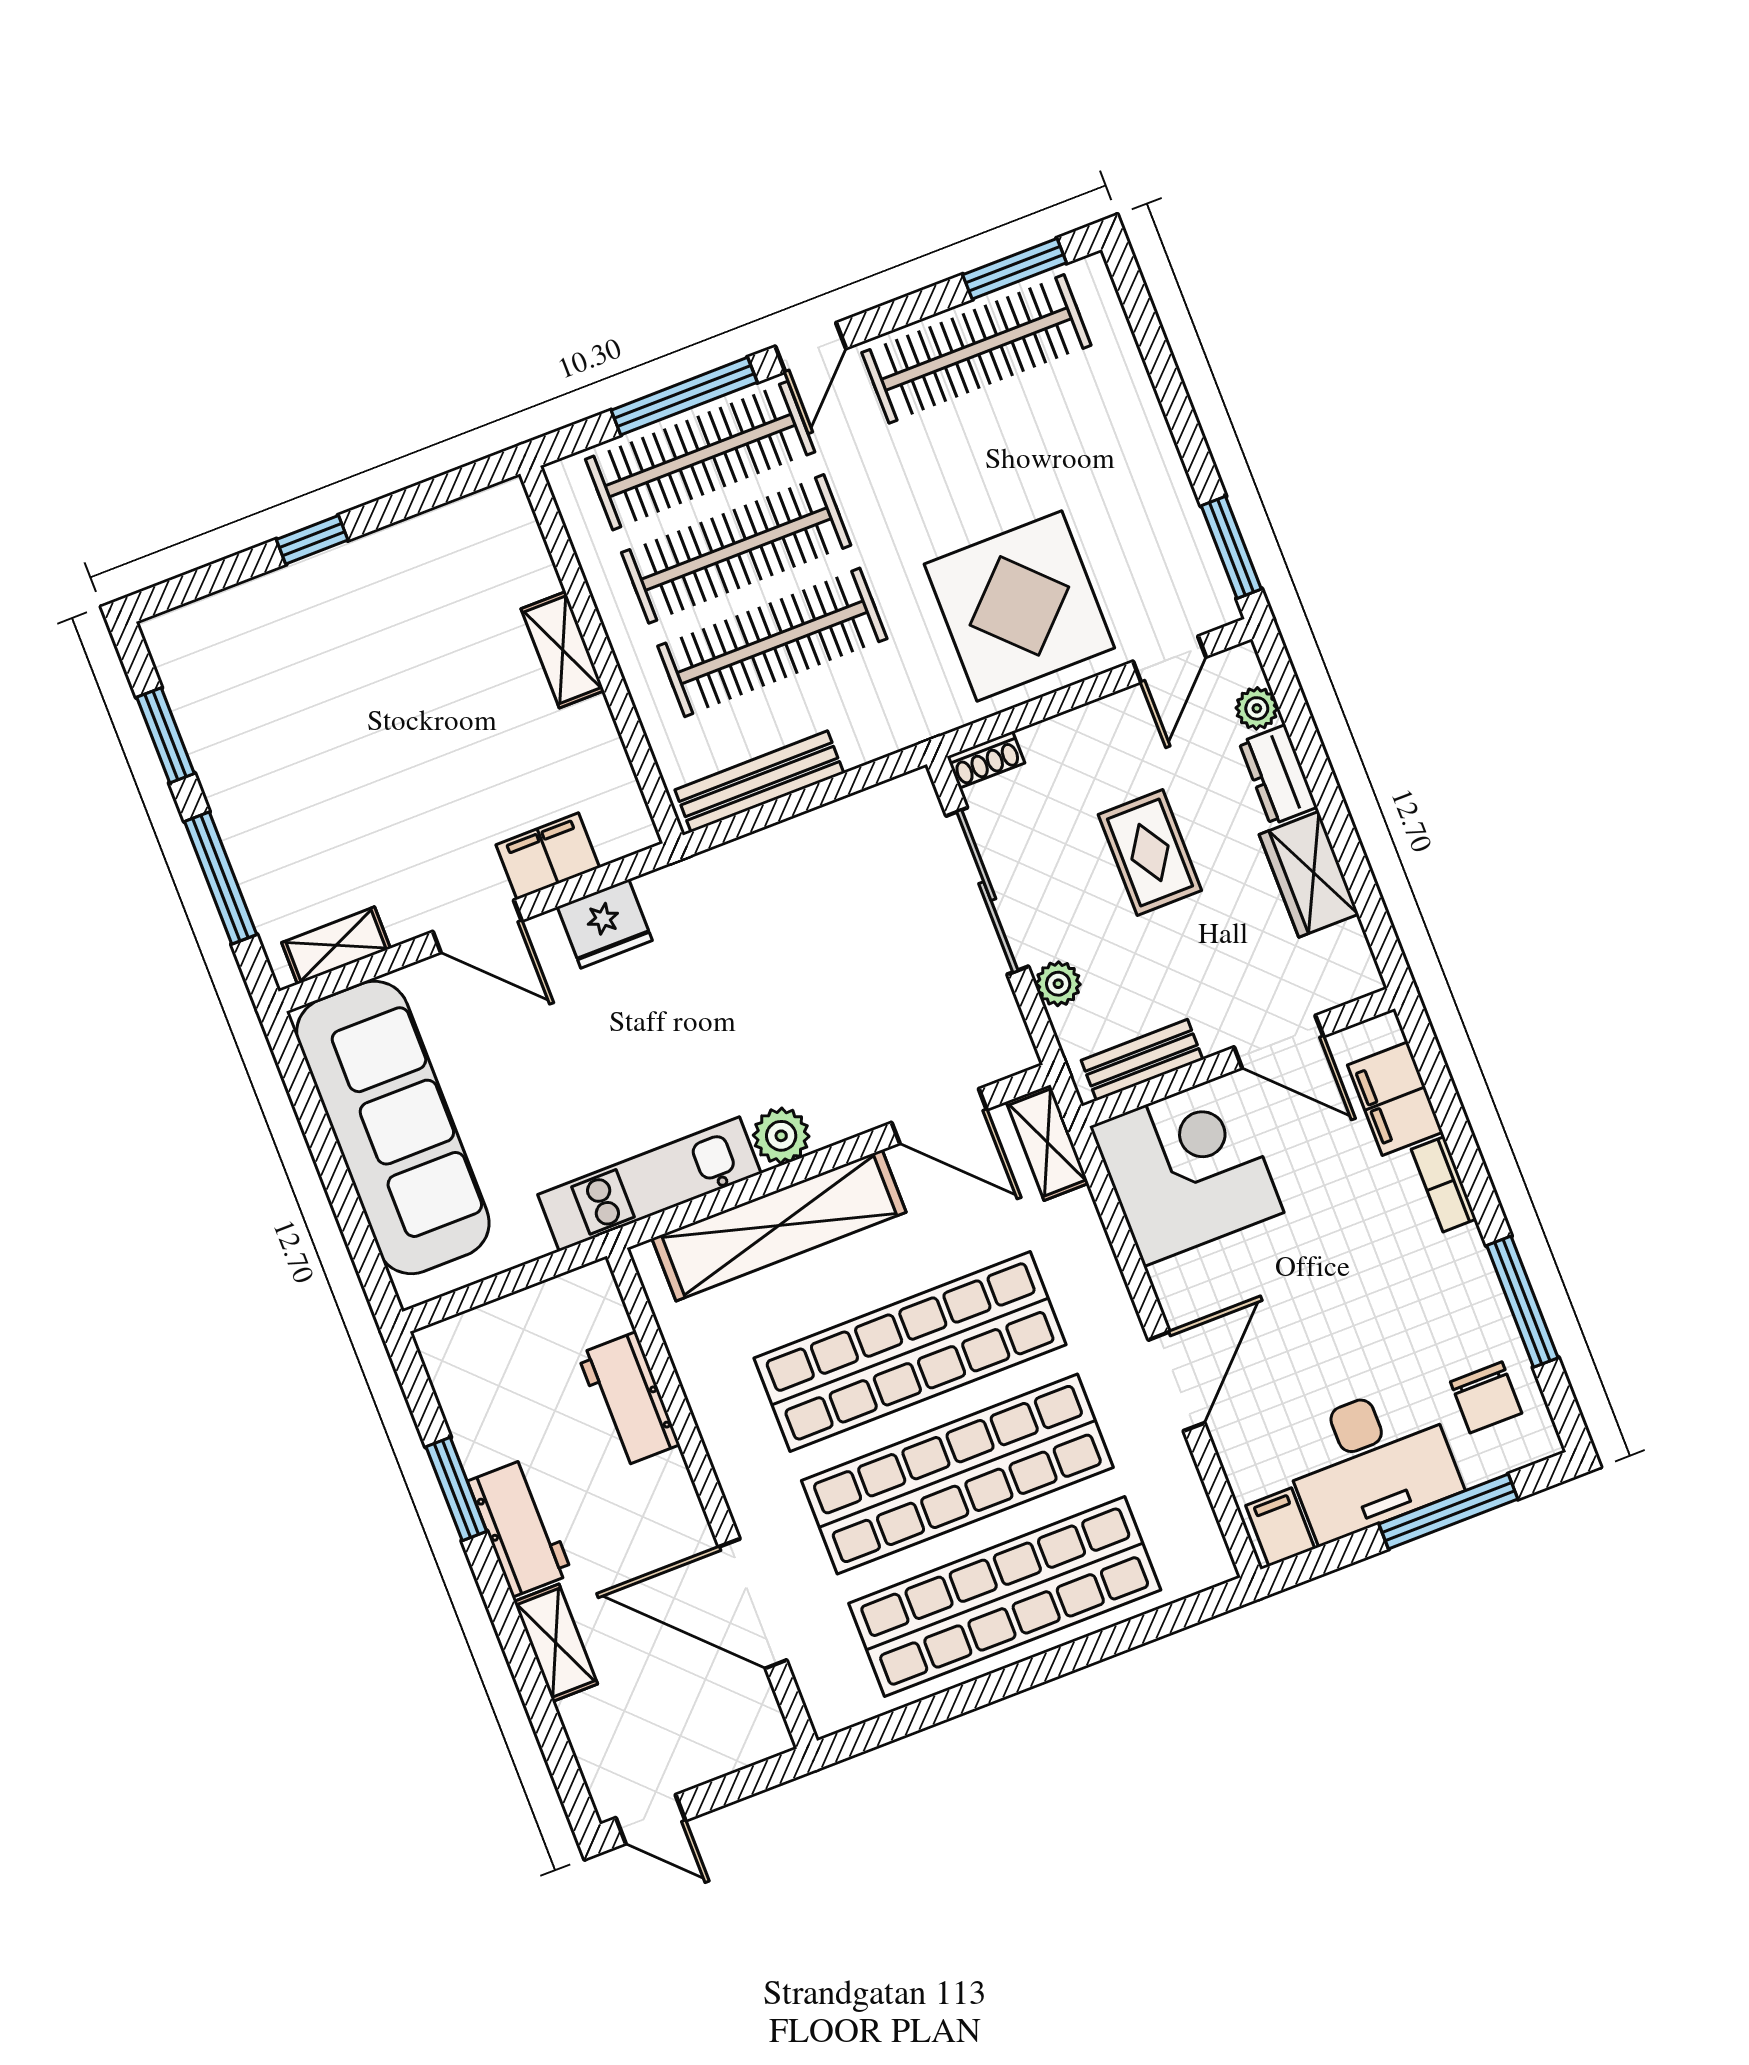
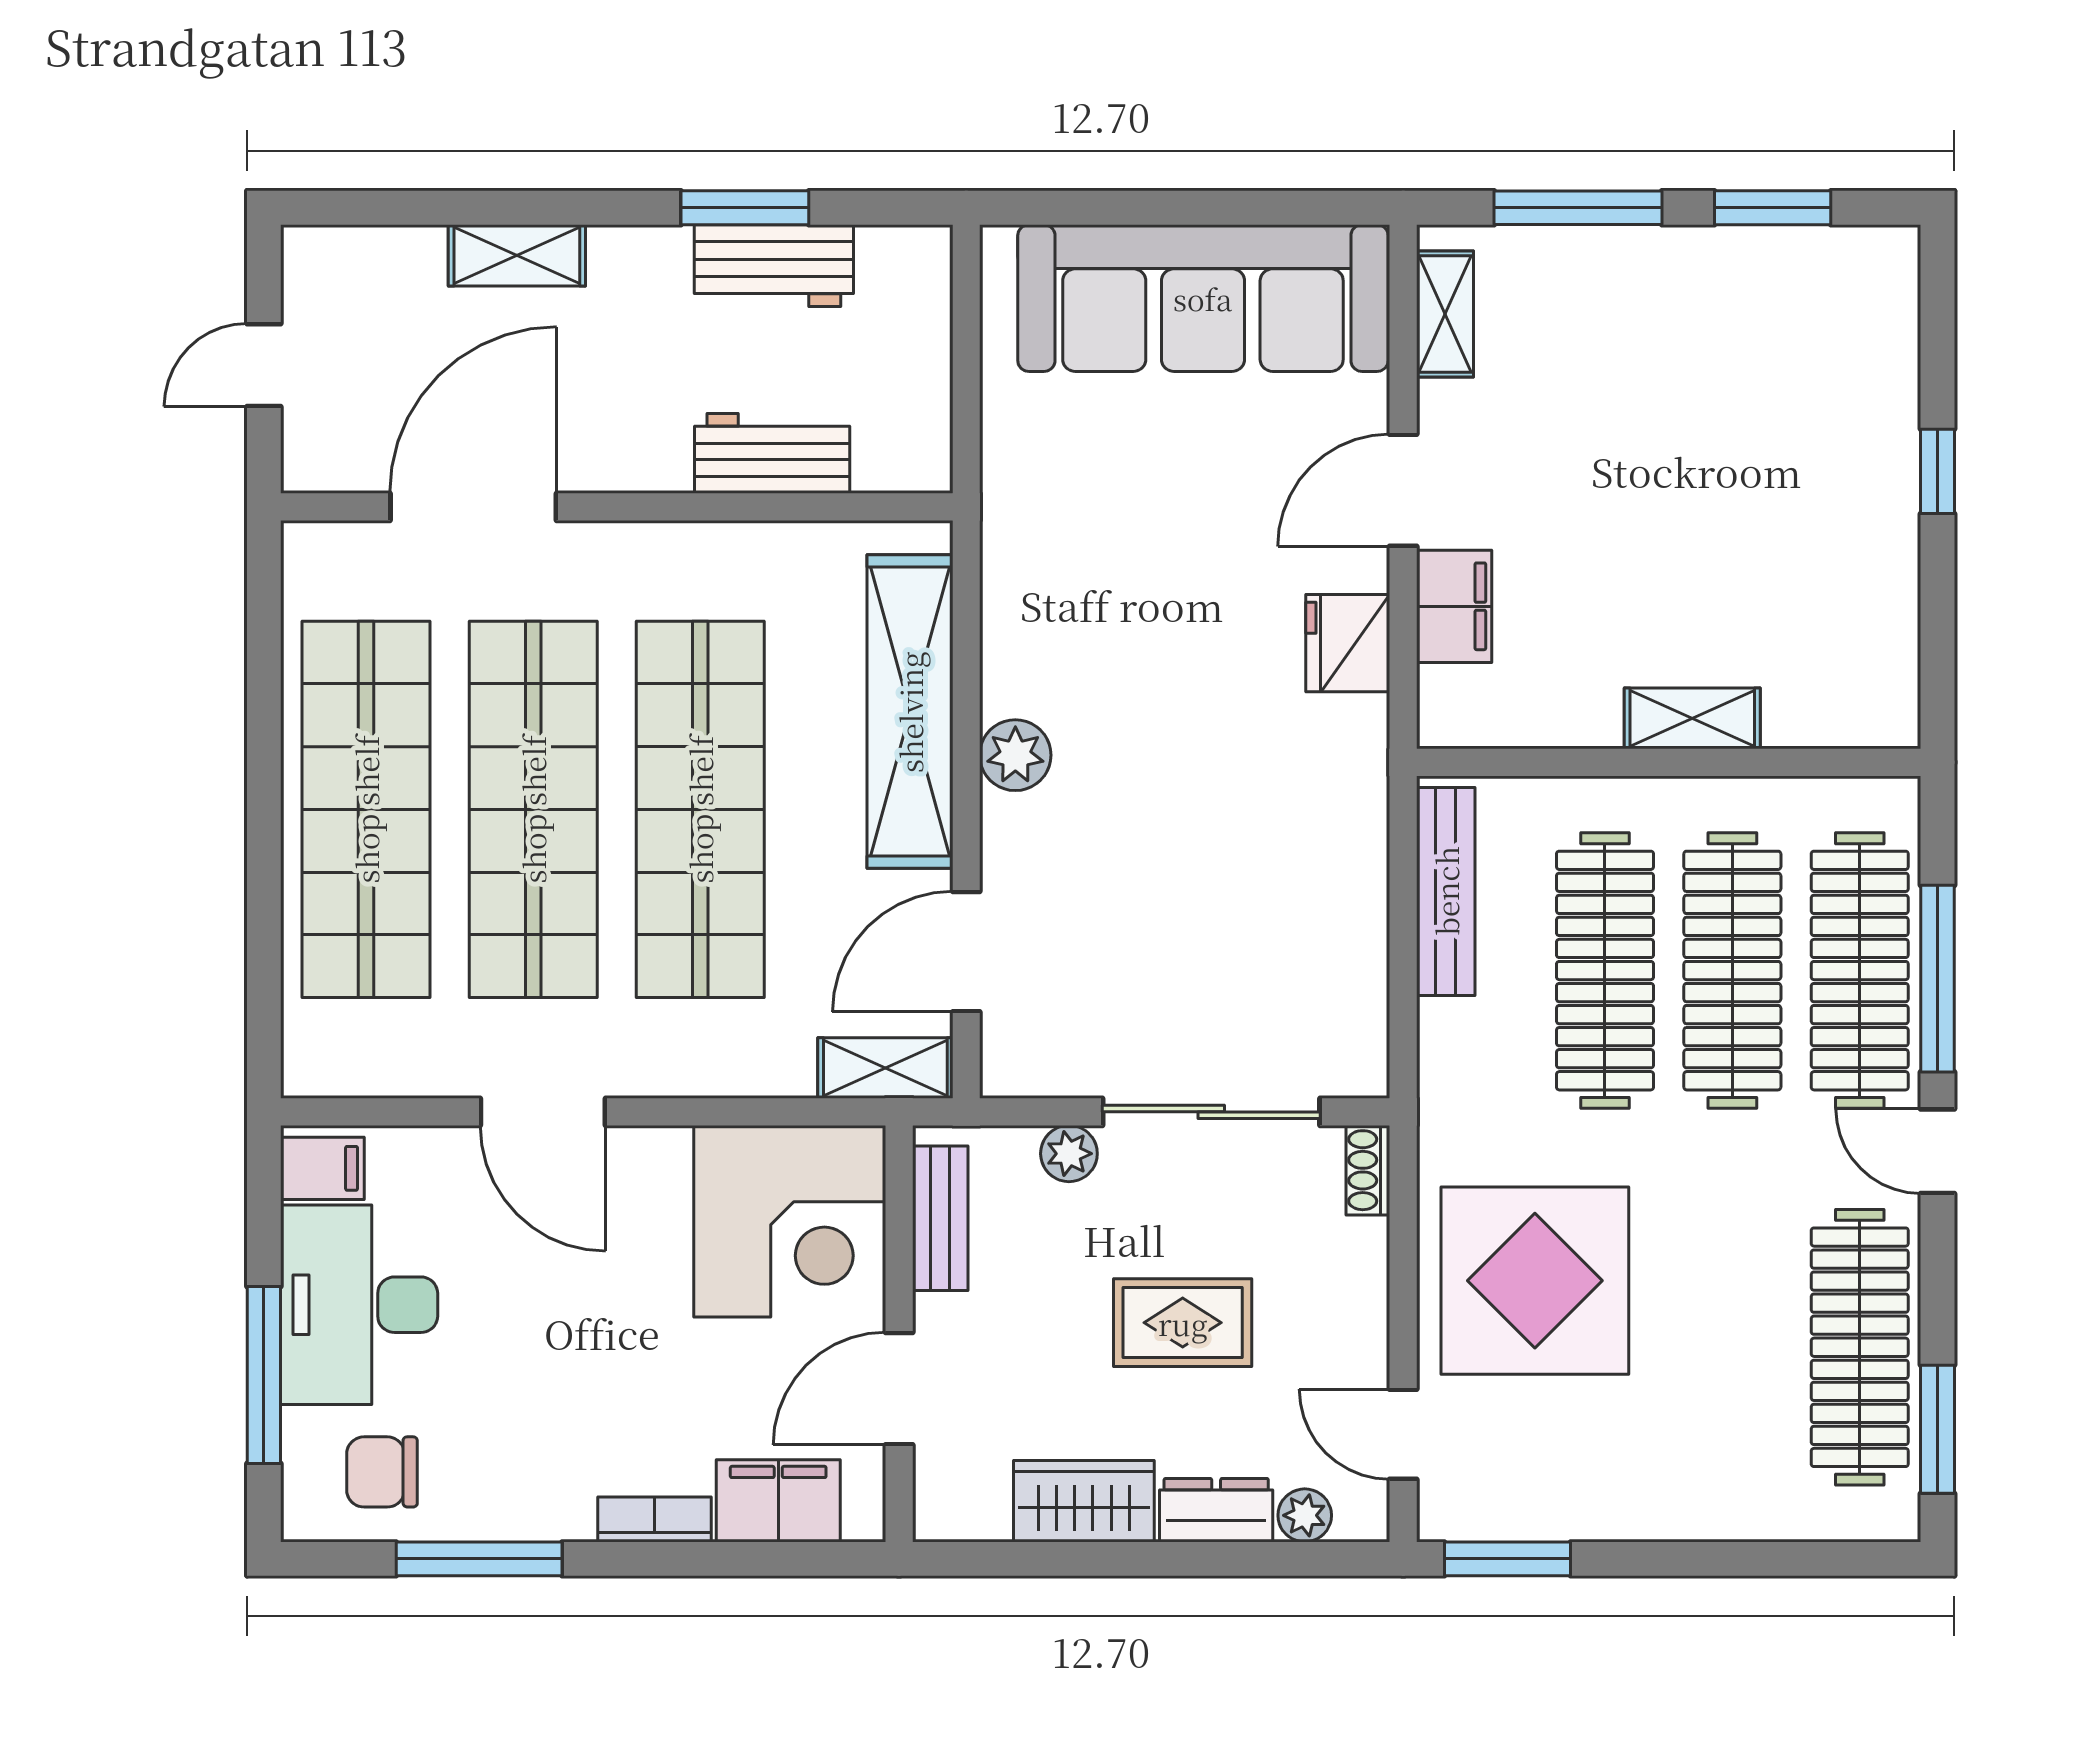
kitchen unit: (649, 1184) -> (1018, 577), removed
workbench: (520, 1527) -> (774, 266), moved
door: (651, 1819) -> (264, 365), moved

